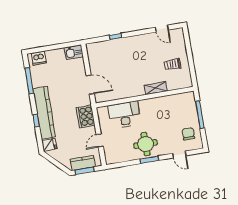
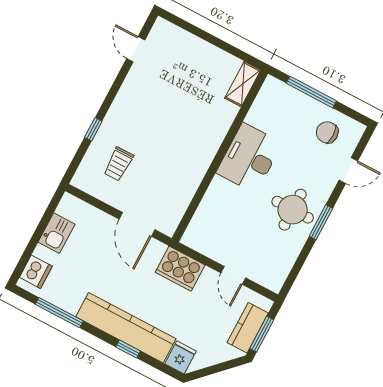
door: (162, 29) -> (136, 49), swing flipped
kitchen sink: (74, 52) -> (57, 233), moved
trolley: (173, 64) -> (118, 164), moved
door: (90, 85) -> (137, 224), swing flipped
shelving: (156, 88) -> (243, 84), moved
desk: (124, 115) -> (249, 158), moved

